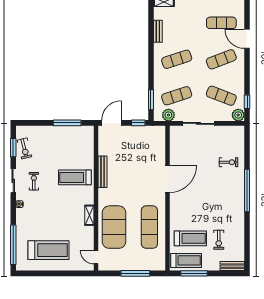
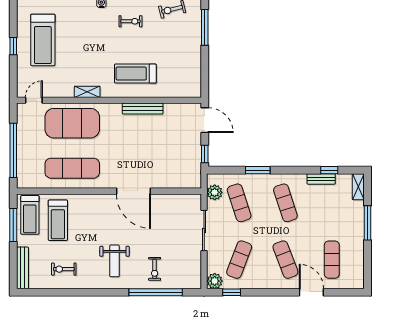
window: (151, 25) -> (329, 170), added
door: (247, 39) -> (311, 292), hinge flipped
window: (151, 100) -> (258, 170), moved
window: (67, 123) -> (205, 27), moved
treadmill: (75, 177) -> (135, 74), turned -90
window: (247, 190) -> (156, 292), moved
weight bench: (222, 194) -> (115, 261), added
exercise bike: (219, 240) -> (64, 269), moved
bench: (232, 266) -> (23, 268), width x1.36
window: (53, 273) -> (13, 46), added
window: (135, 273) -> (13, 150), width x1.46

